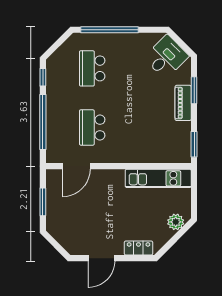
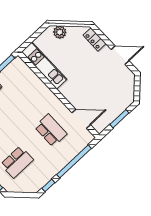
school desk: (92, 127) -> (51, 130), turned -90

